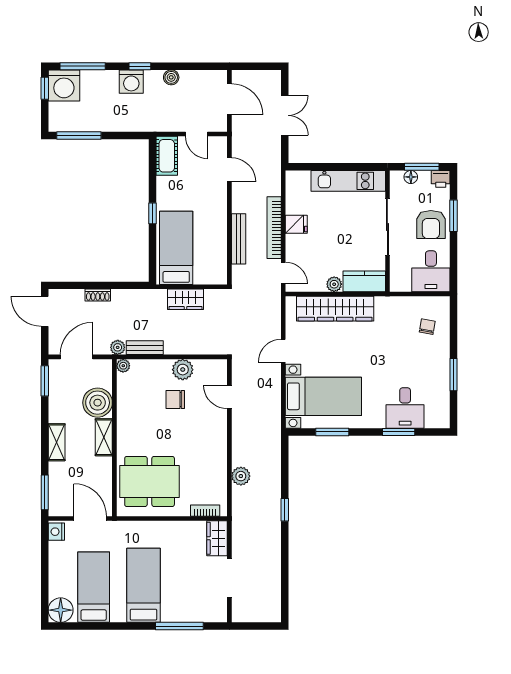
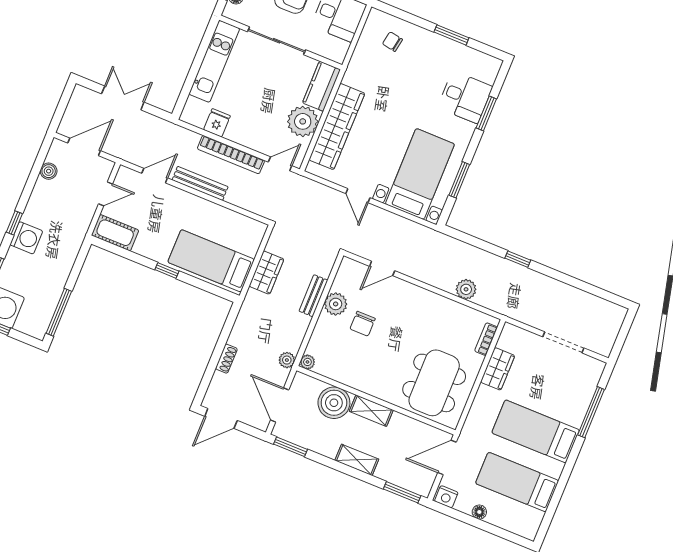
boiler: (171, 77) -> (49, 171), moved
fridge: (296, 224) -> (217, 123), moved
bench: (239, 239) -> (200, 183), moved
plant: (334, 284) -> (303, 121), width x1.87, depth x1.87
bench: (145, 348) -> (313, 296), moved
wardrobe: (217, 538) -> (498, 369), moved, turned -90
floor lamp: (61, 610) -> (479, 512), moved, width x0.53, depth x0.53

